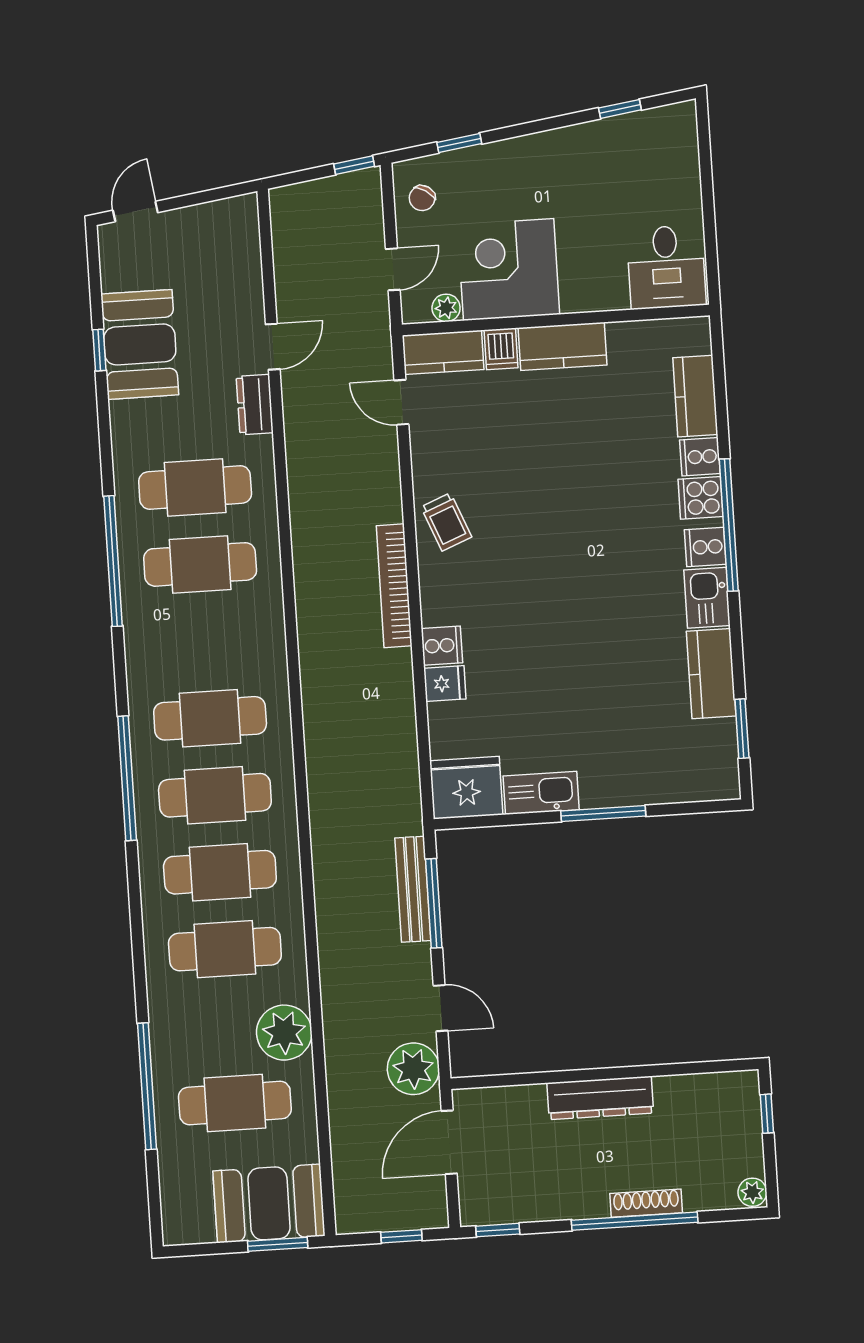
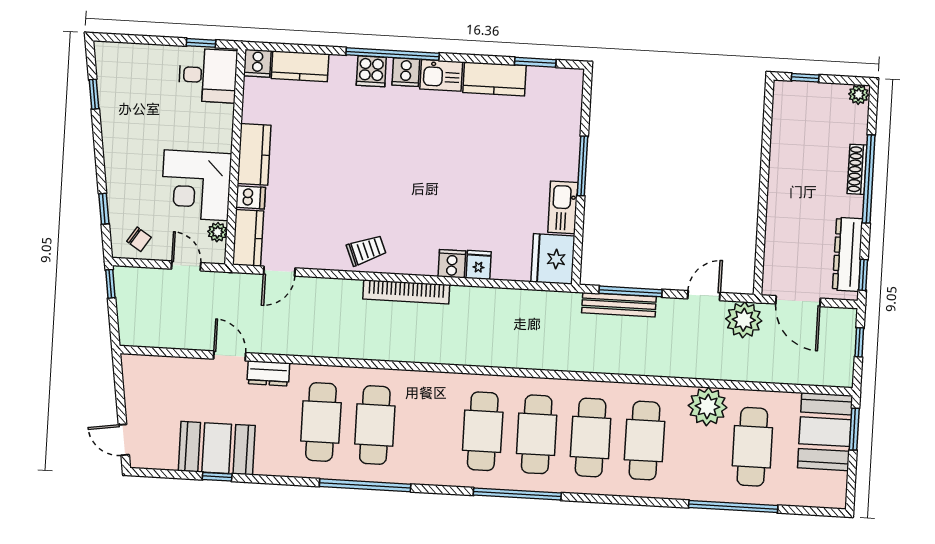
window: (711, 252) -> (201, 43), added
cooker: (700, 457) -> (258, 63), moved
dresser: (600, 1098) -> (848, 254), moved, turned 180

